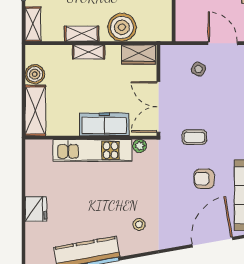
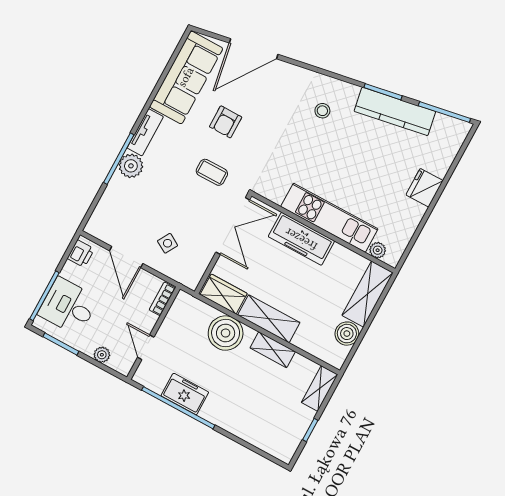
bookcase: (181, 27) -> (162, 299), added
shelving: (89, 52) -> (269, 319), width x1.50, depth x1.33
plant: (140, 146) -> (378, 250), moved
armchair: (204, 179) -> (226, 122), turned 90

